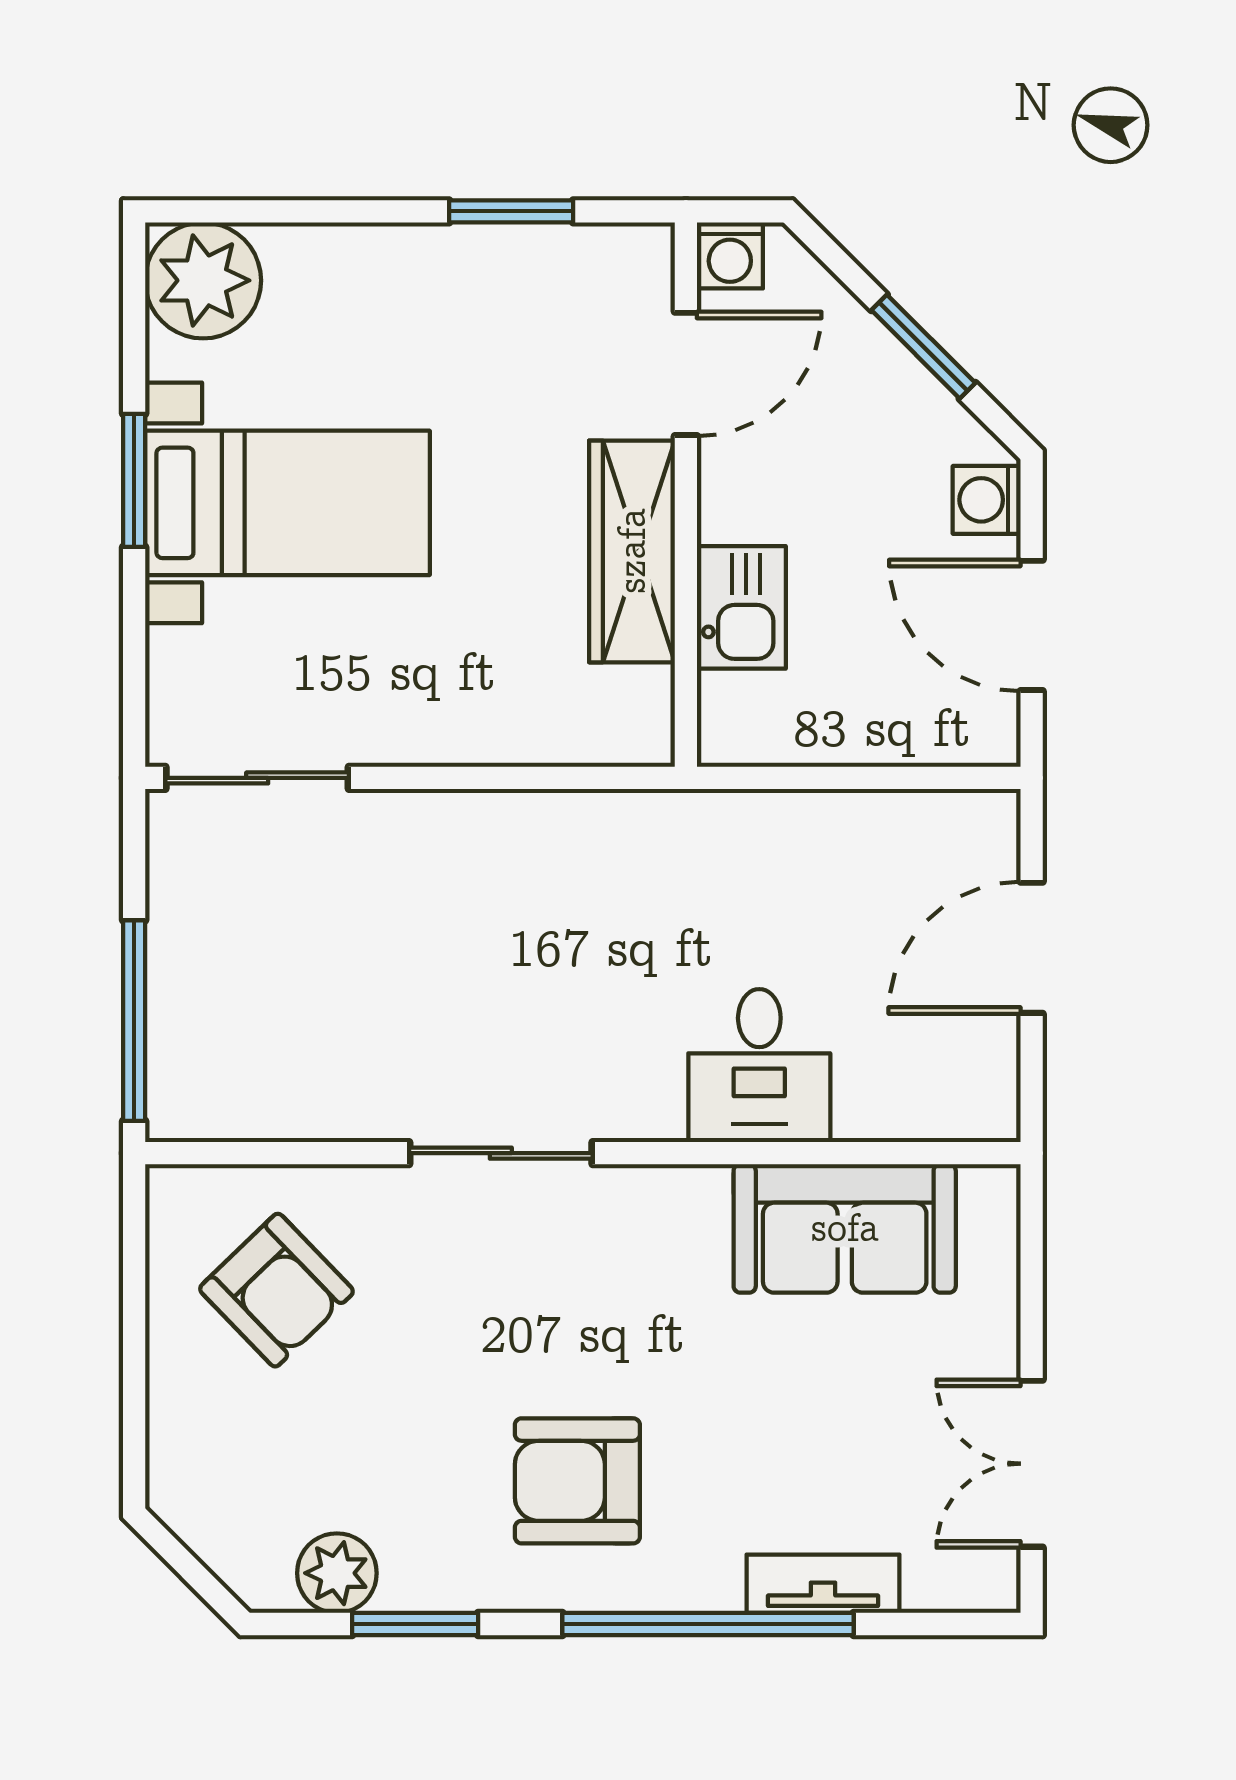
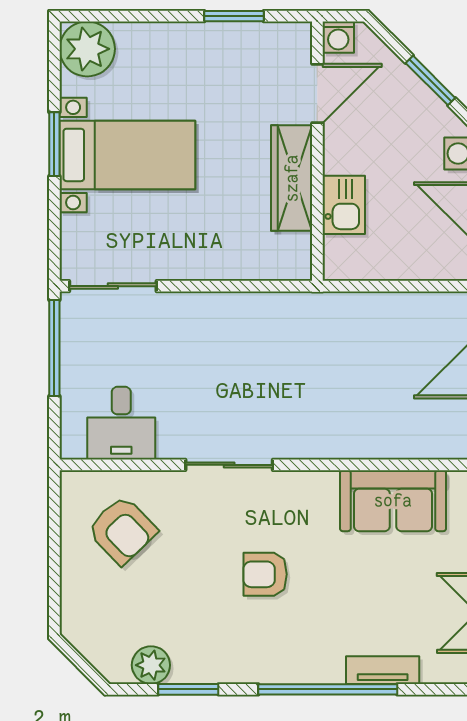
window: (134, 1021) -> (54, 348), moved
desk: (759, 1066) -> (121, 423), moved
armchair: (577, 1481) -> (265, 574), moved, width x0.72, depth x0.72

